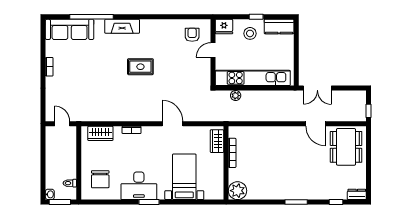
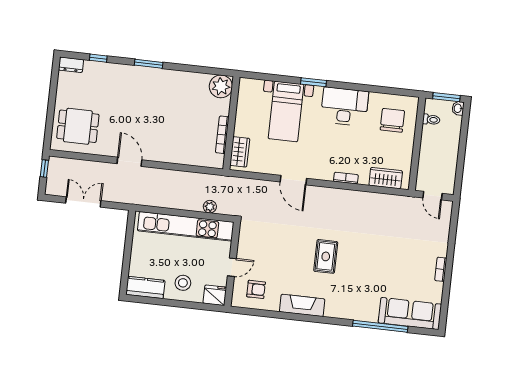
window: (256, 17) -> (173, 303), removed
fireplace: (122, 26) -> (302, 305), moved
armchair: (192, 35) -> (256, 289), turned -90
rug: (140, 67) -> (326, 256), turned 90
double door: (317, 88) -> (83, 202), moved
door: (316, 124) -> (129, 162), moved
dining table: (346, 147) -> (78, 126), width x0.73
window: (149, 202) -> (314, 82), moved

